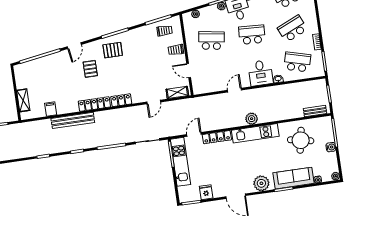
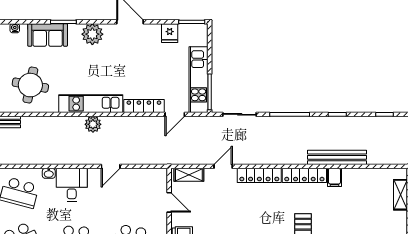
locker: (121, 100) -> (259, 175), width x1.53
filing cabinet: (51, 109) -> (334, 177), moved
sofa: (294, 178) -> (48, 35), width x0.73

